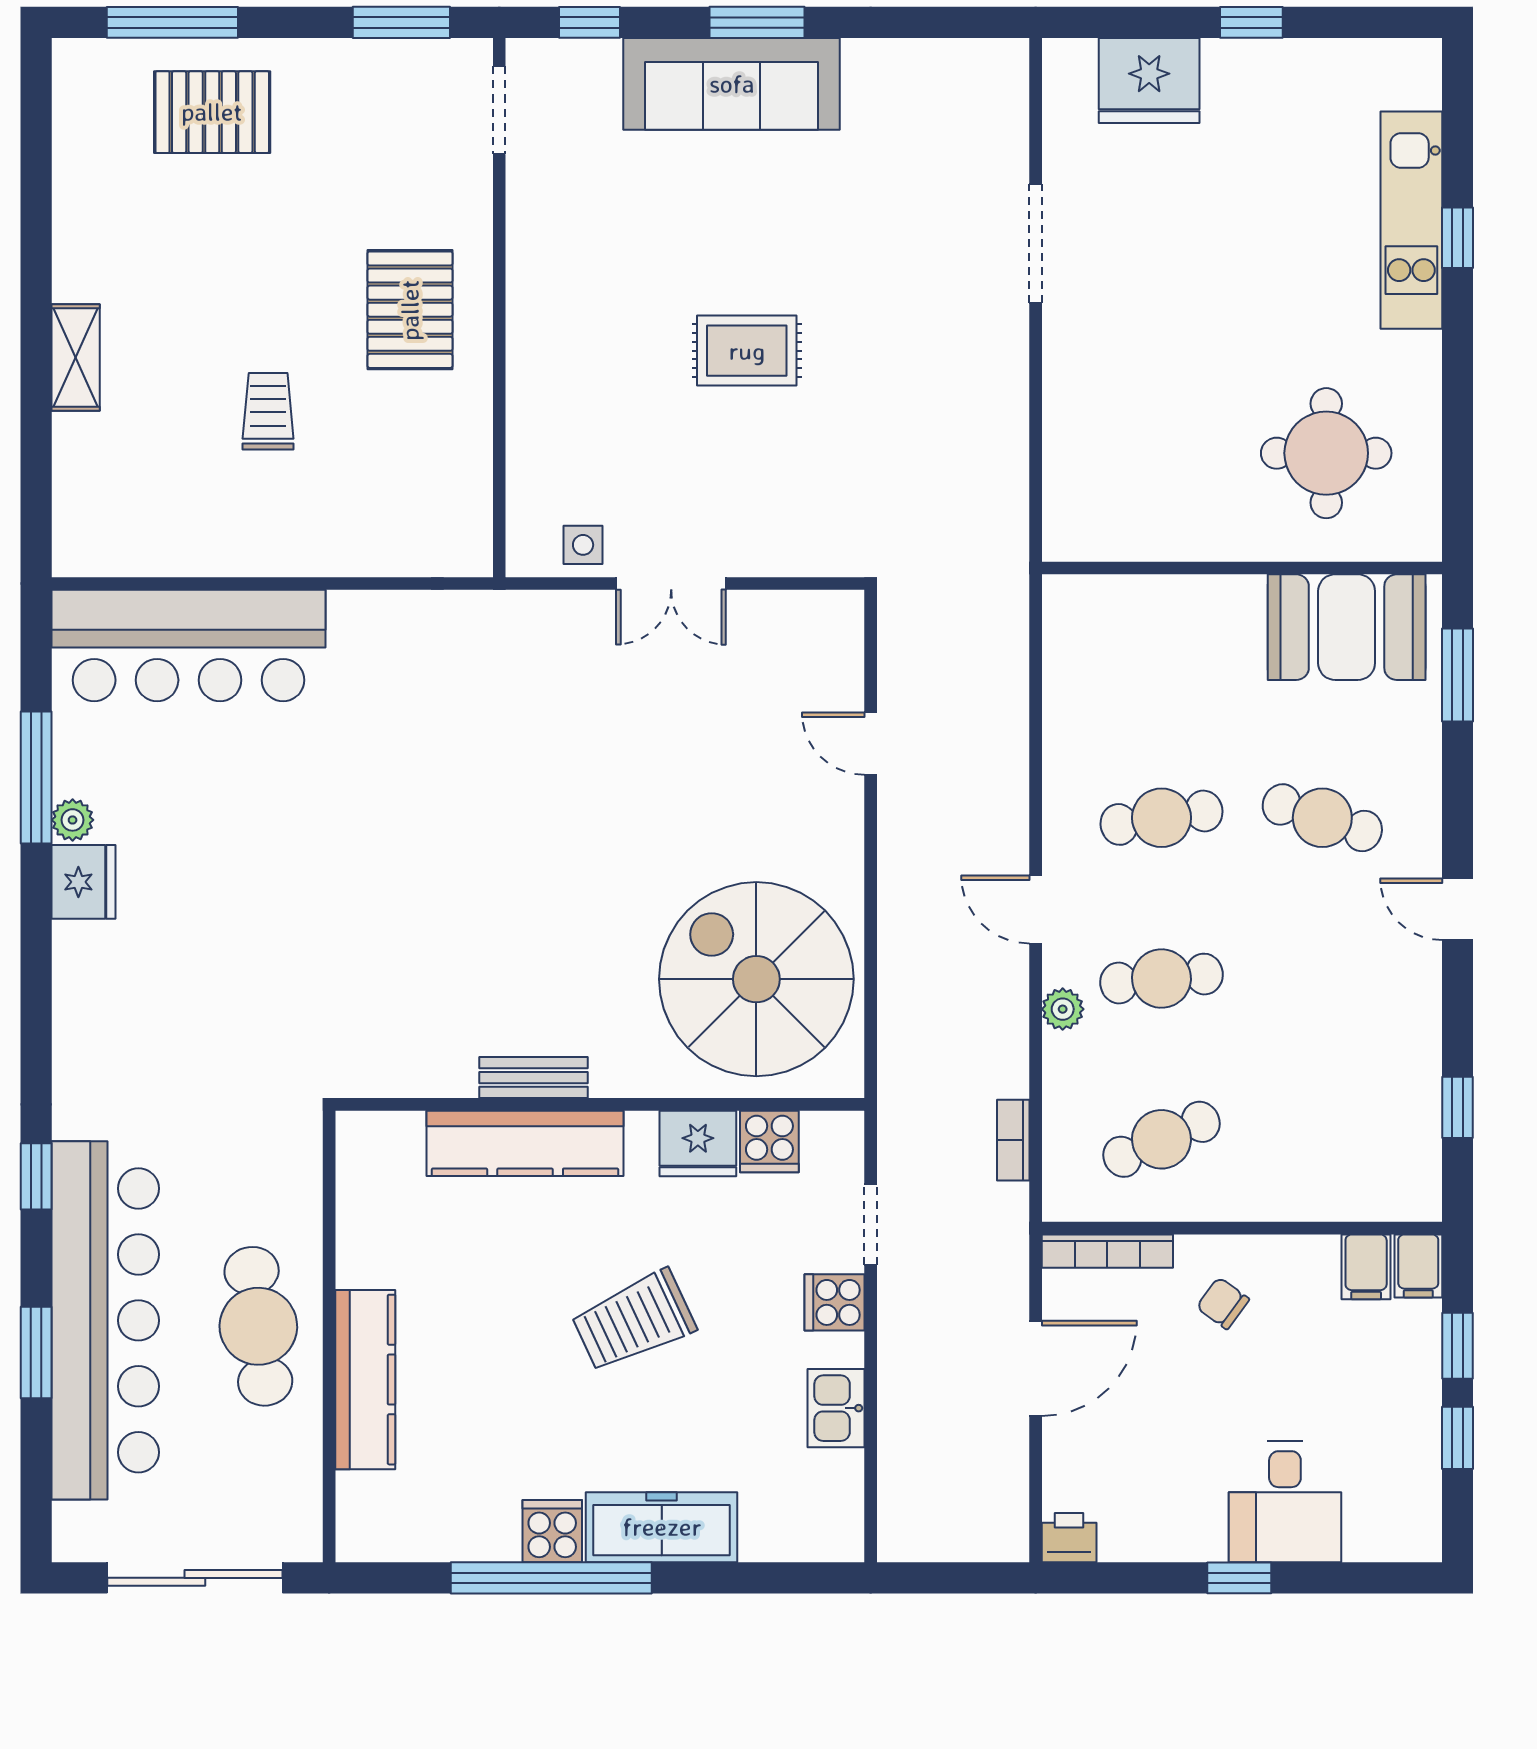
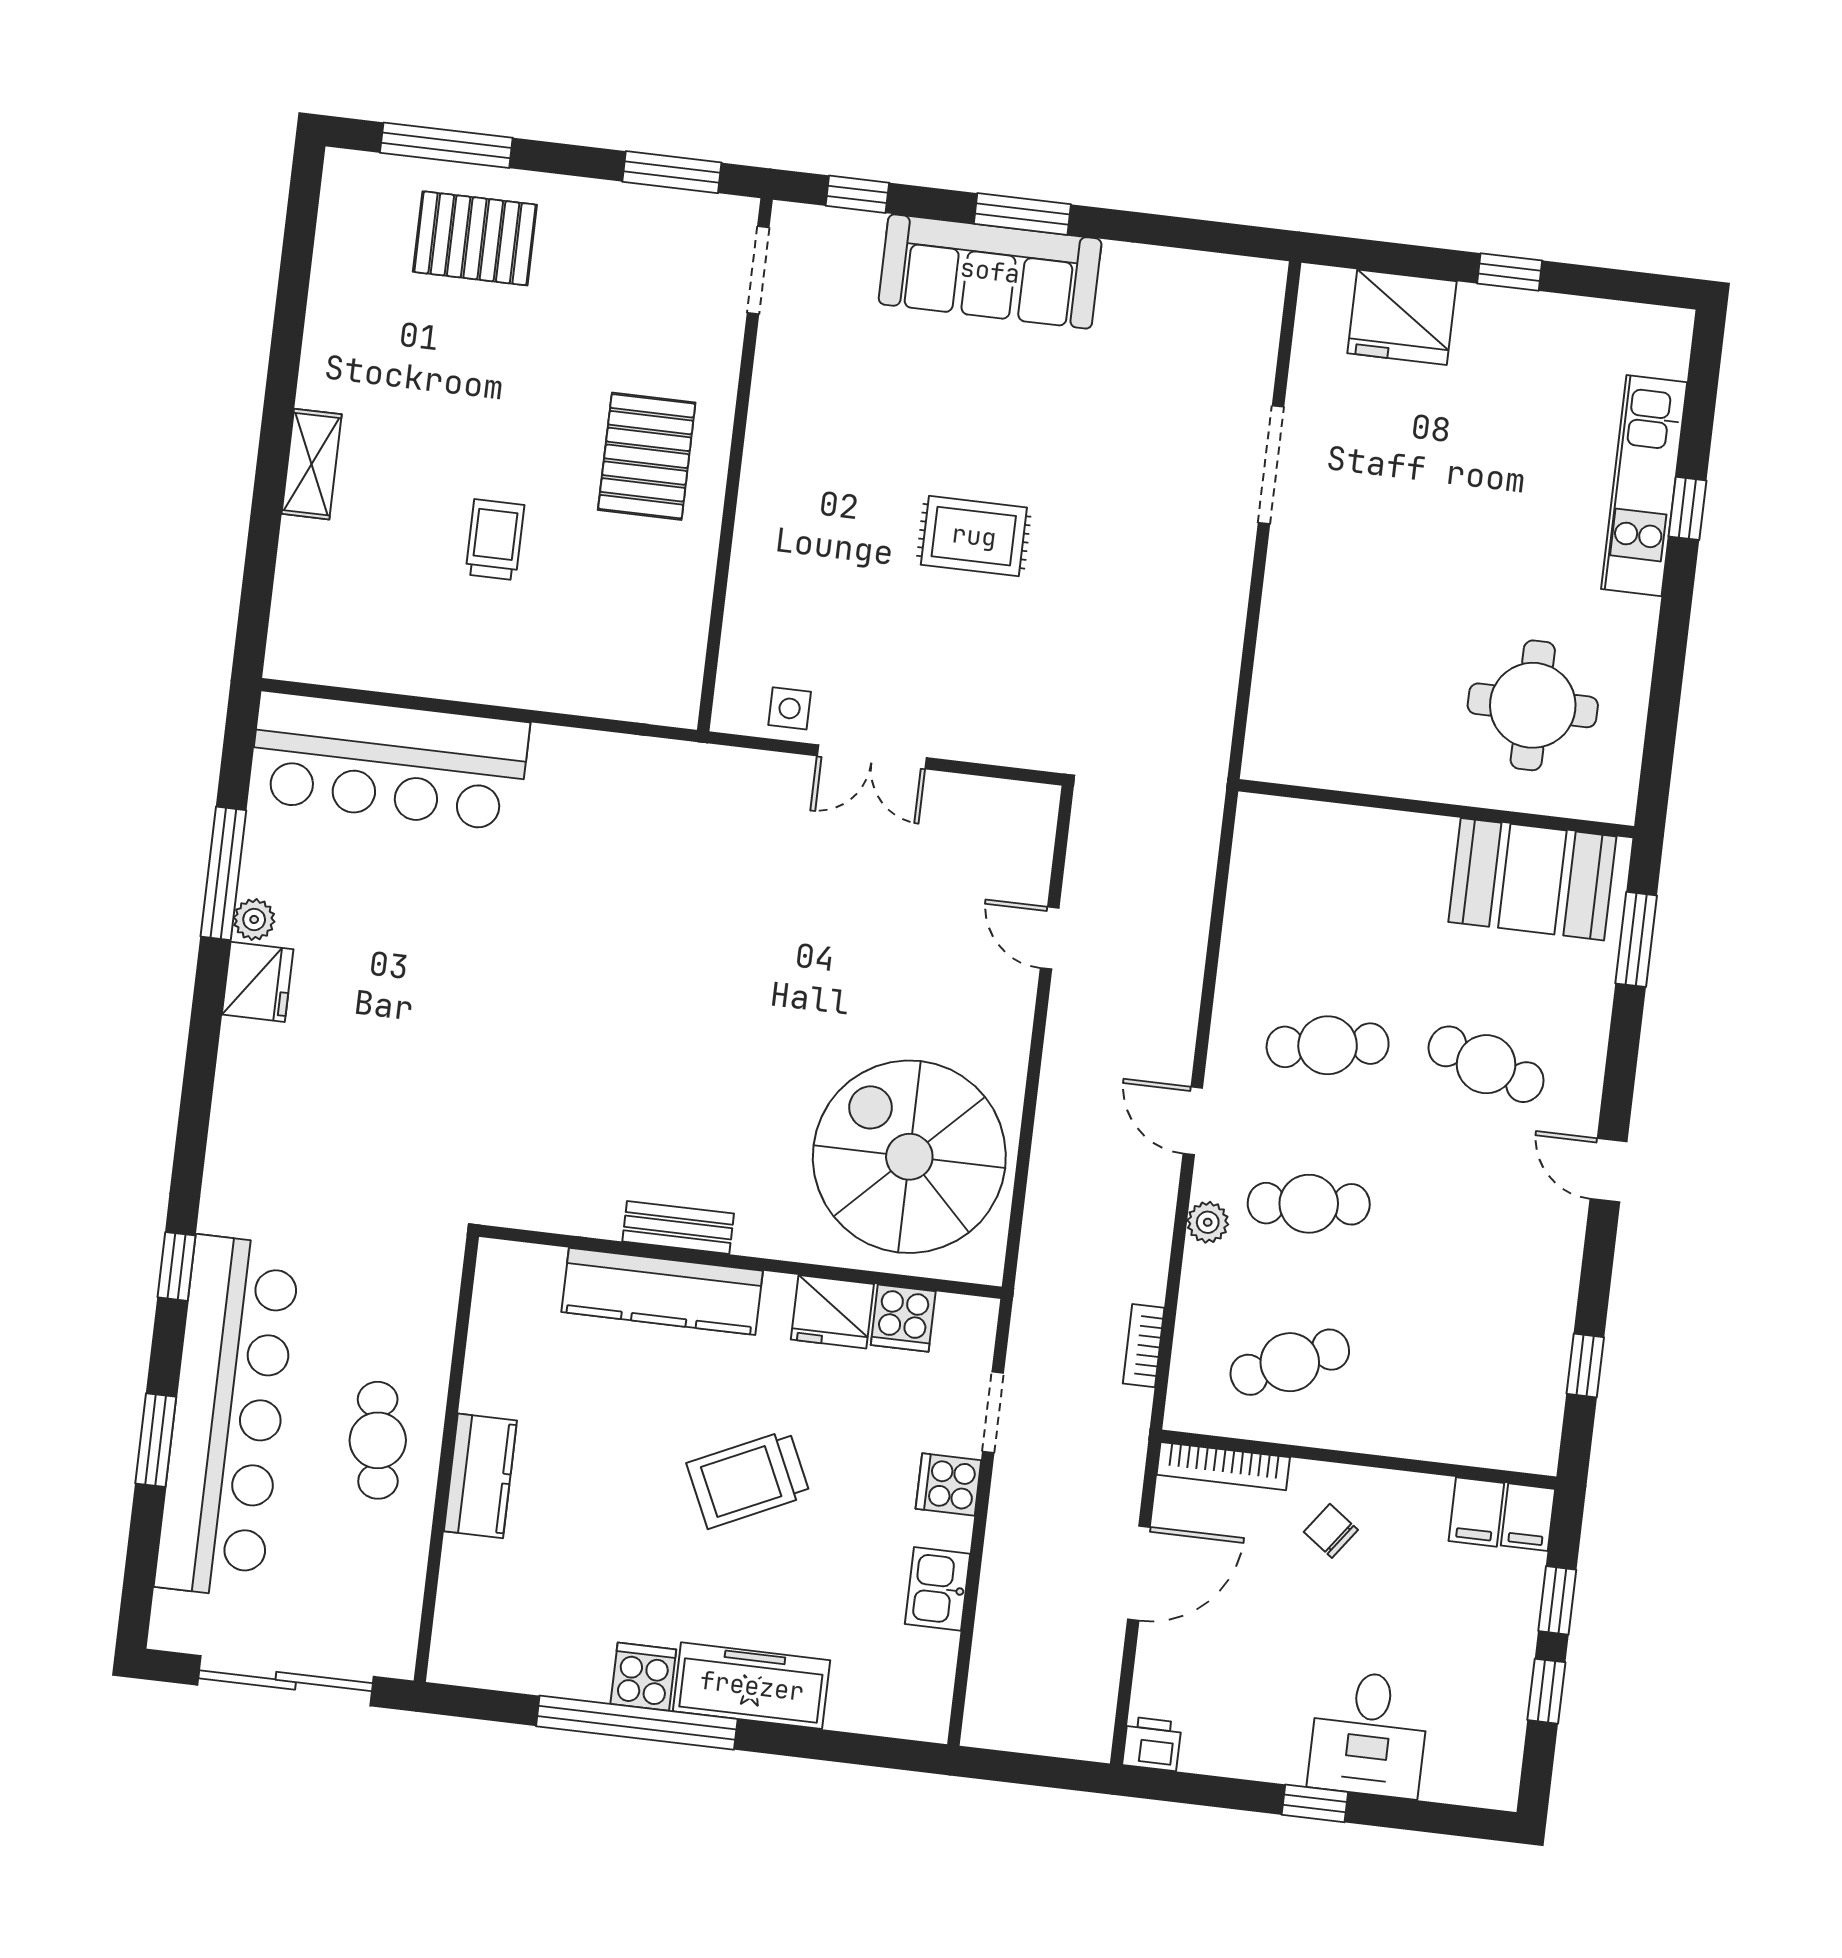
cafe table: (258, 1326) -> (378, 1440), width x0.73, depth x0.74
kitchen counter: (365, 1380) -> (480, 1476), width x0.67

